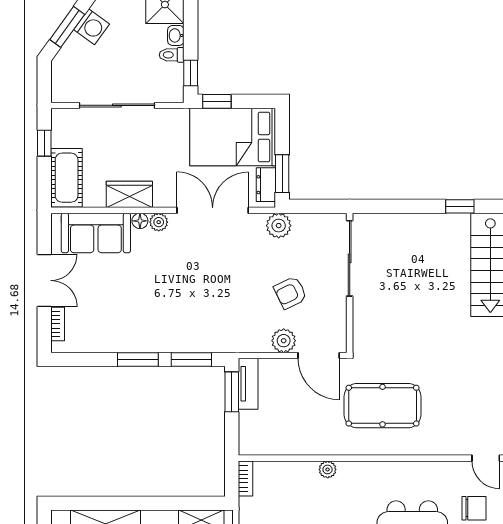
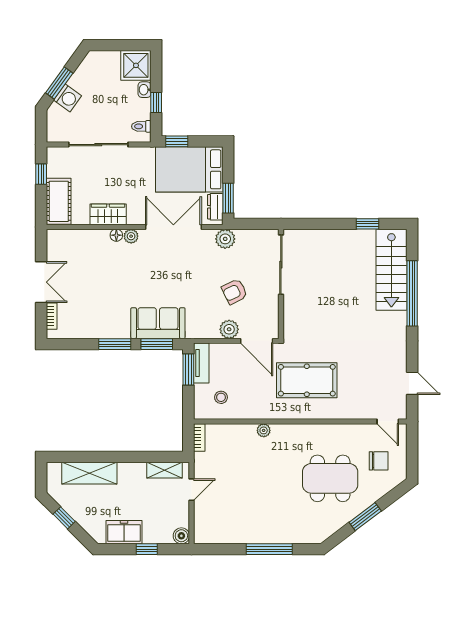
washing machine: (92, 27) -> (67, 98), moved
toilet: (172, 55) -> (141, 126), moved
window: (191, 73) -> (156, 102), moved
sofa: (96, 233) -> (158, 323), moved, turned 180
stool: (273, 427) -> (221, 397), added

